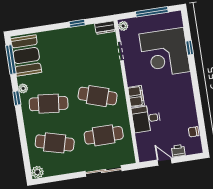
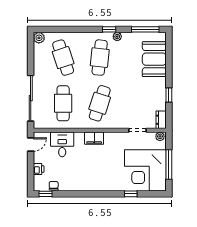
corner desk: (165, 53) -> (145, 170), moved, turned -90
booth: (26, 55) -> (154, 59), moved, turned 90
desk: (146, 119) -> (62, 144), moved
window: (204, 139) -> (46, 194), added
cafe table: (55, 143) -> (63, 58), turned -33
door: (165, 162) -> (31, 145), moved
sliding door: (104, 171) -> (31, 98), width x1.36

